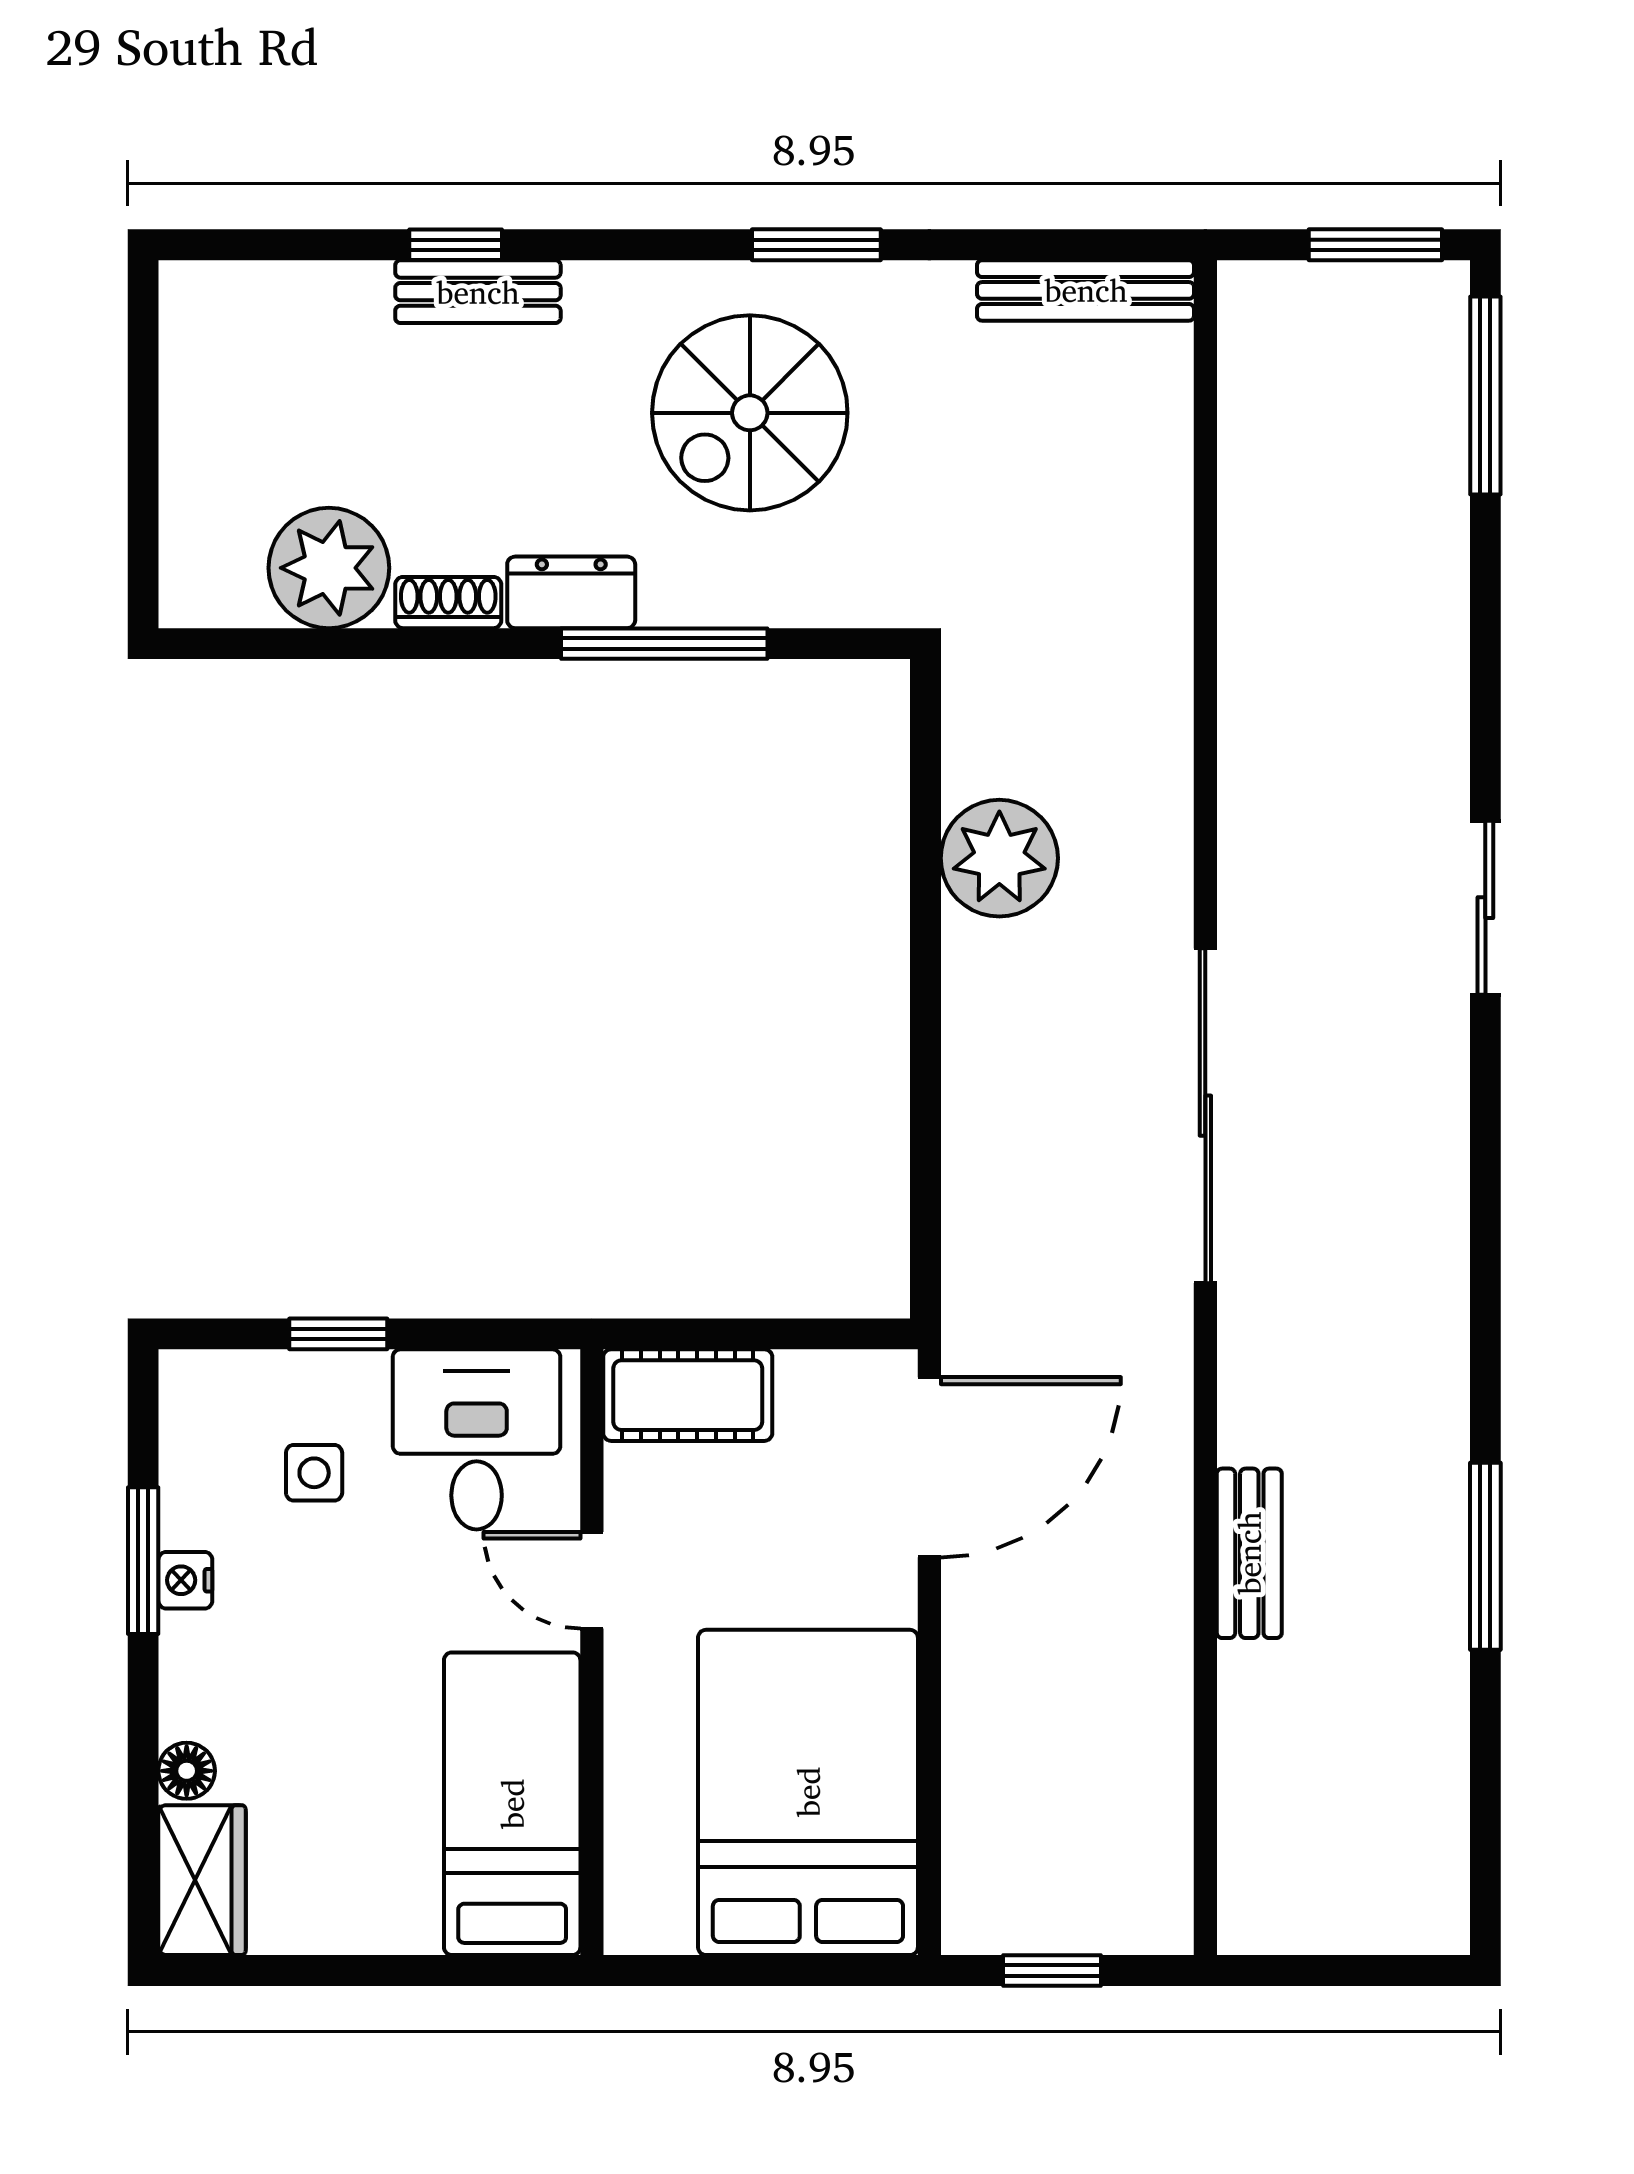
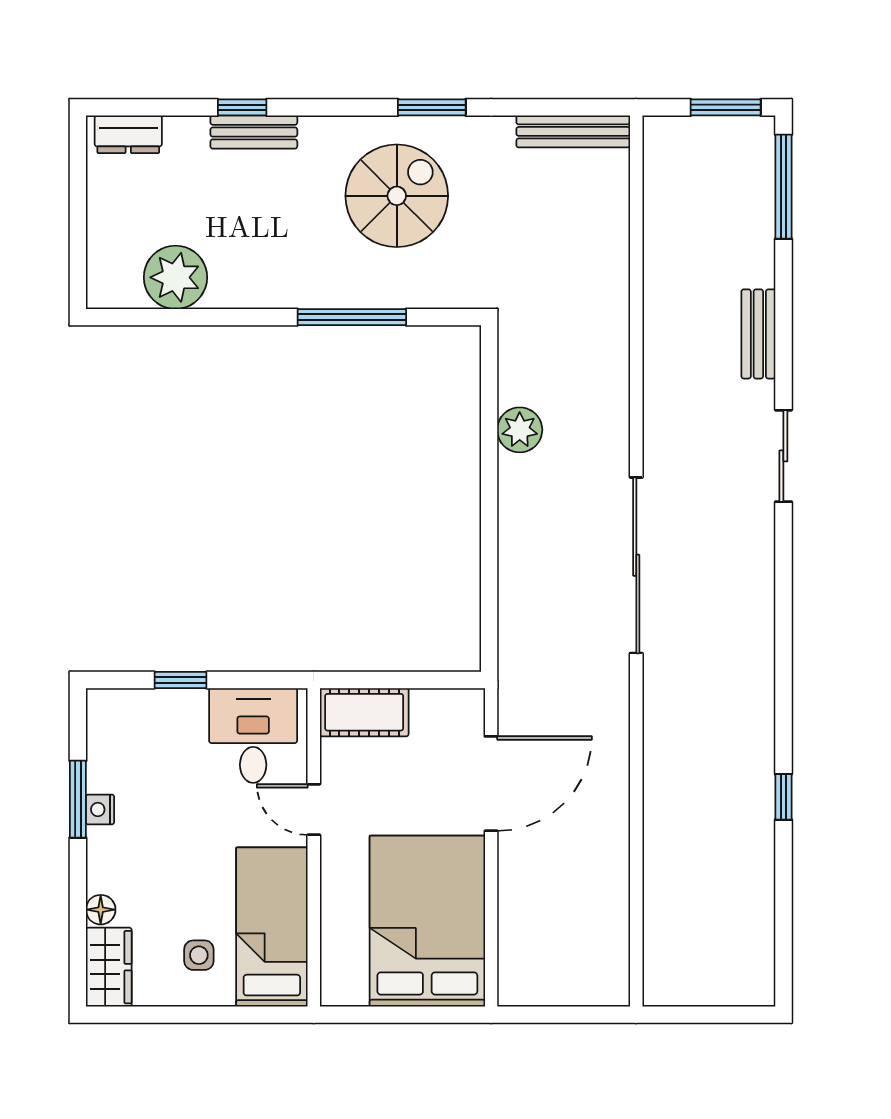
spiral stairs: (750, 413) -> (397, 196), turned 180
dresser: (571, 592) -> (128, 134), moved, turned 180
shoe rack: (448, 603) -> (238, 296), removed
plant: (999, 858) -> (520, 430), width x0.73, depth x0.73
door: (929, 1467) -> (491, 784), moved
side table: (314, 1473) -> (199, 955), moved
bench: (1249, 1553) -> (758, 334), moved
window: (1485, 1556) -> (783, 797), width x0.46
window: (1052, 1970) -> (556, 1015), removed

